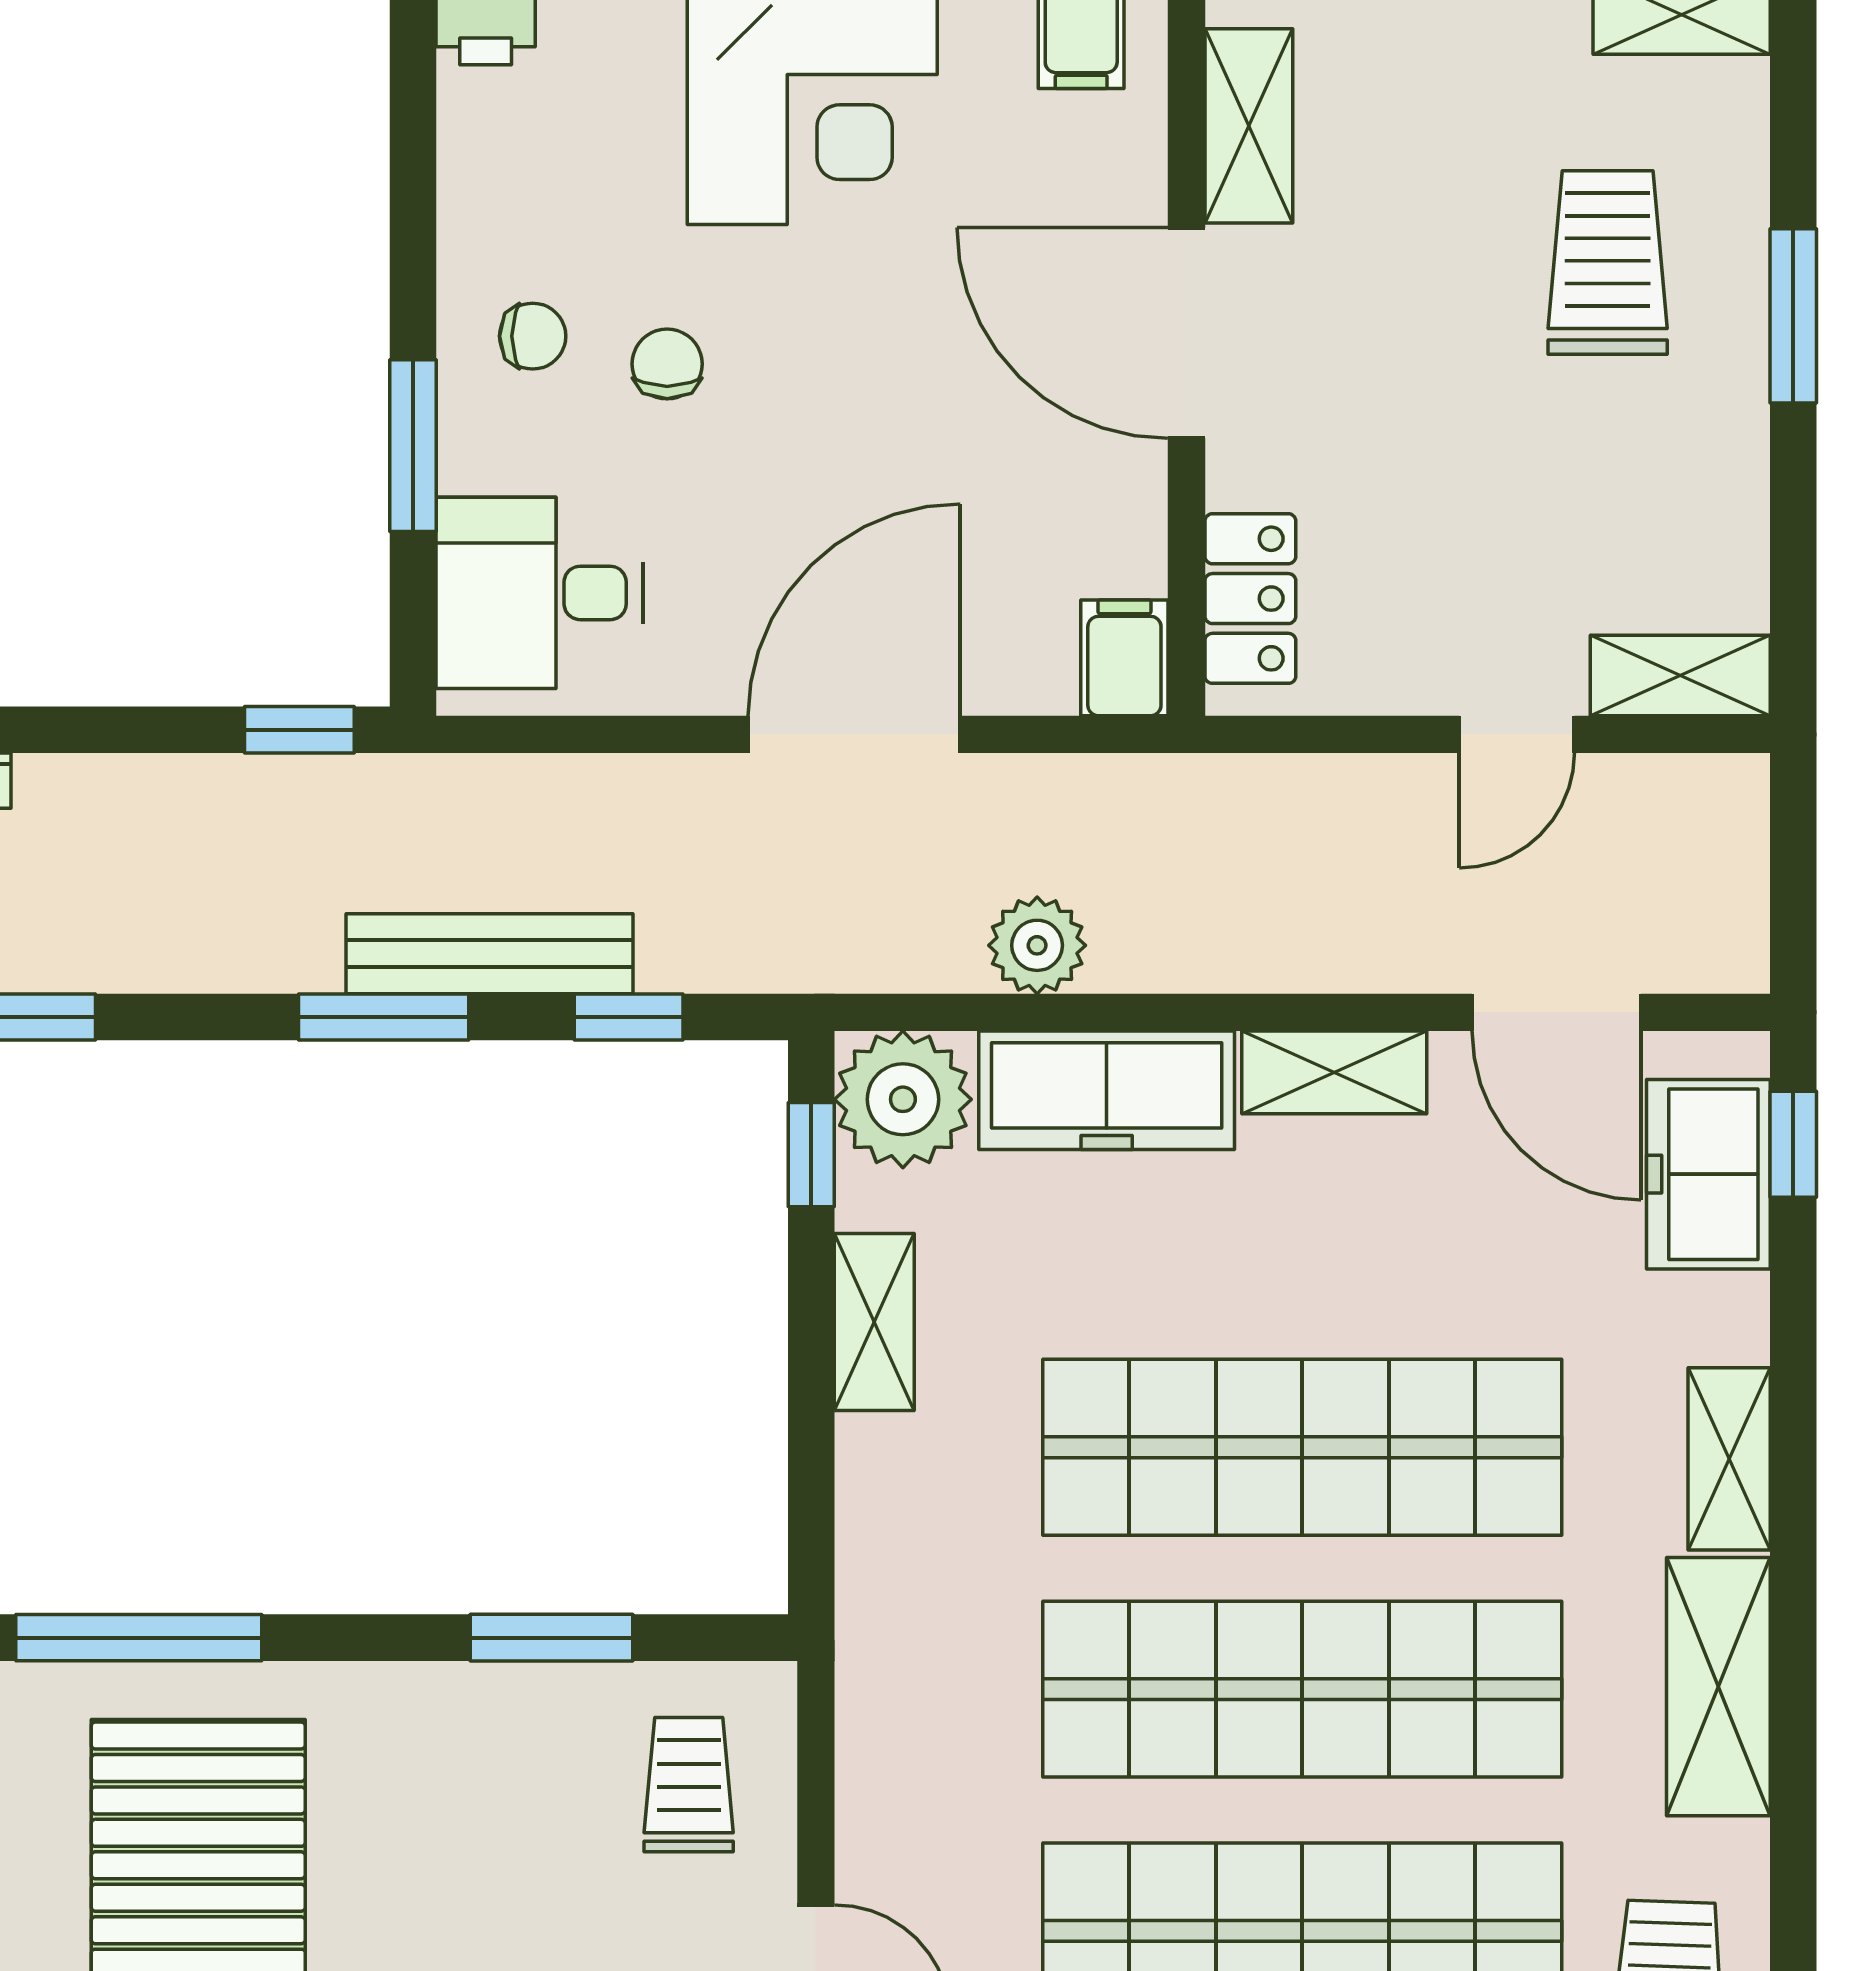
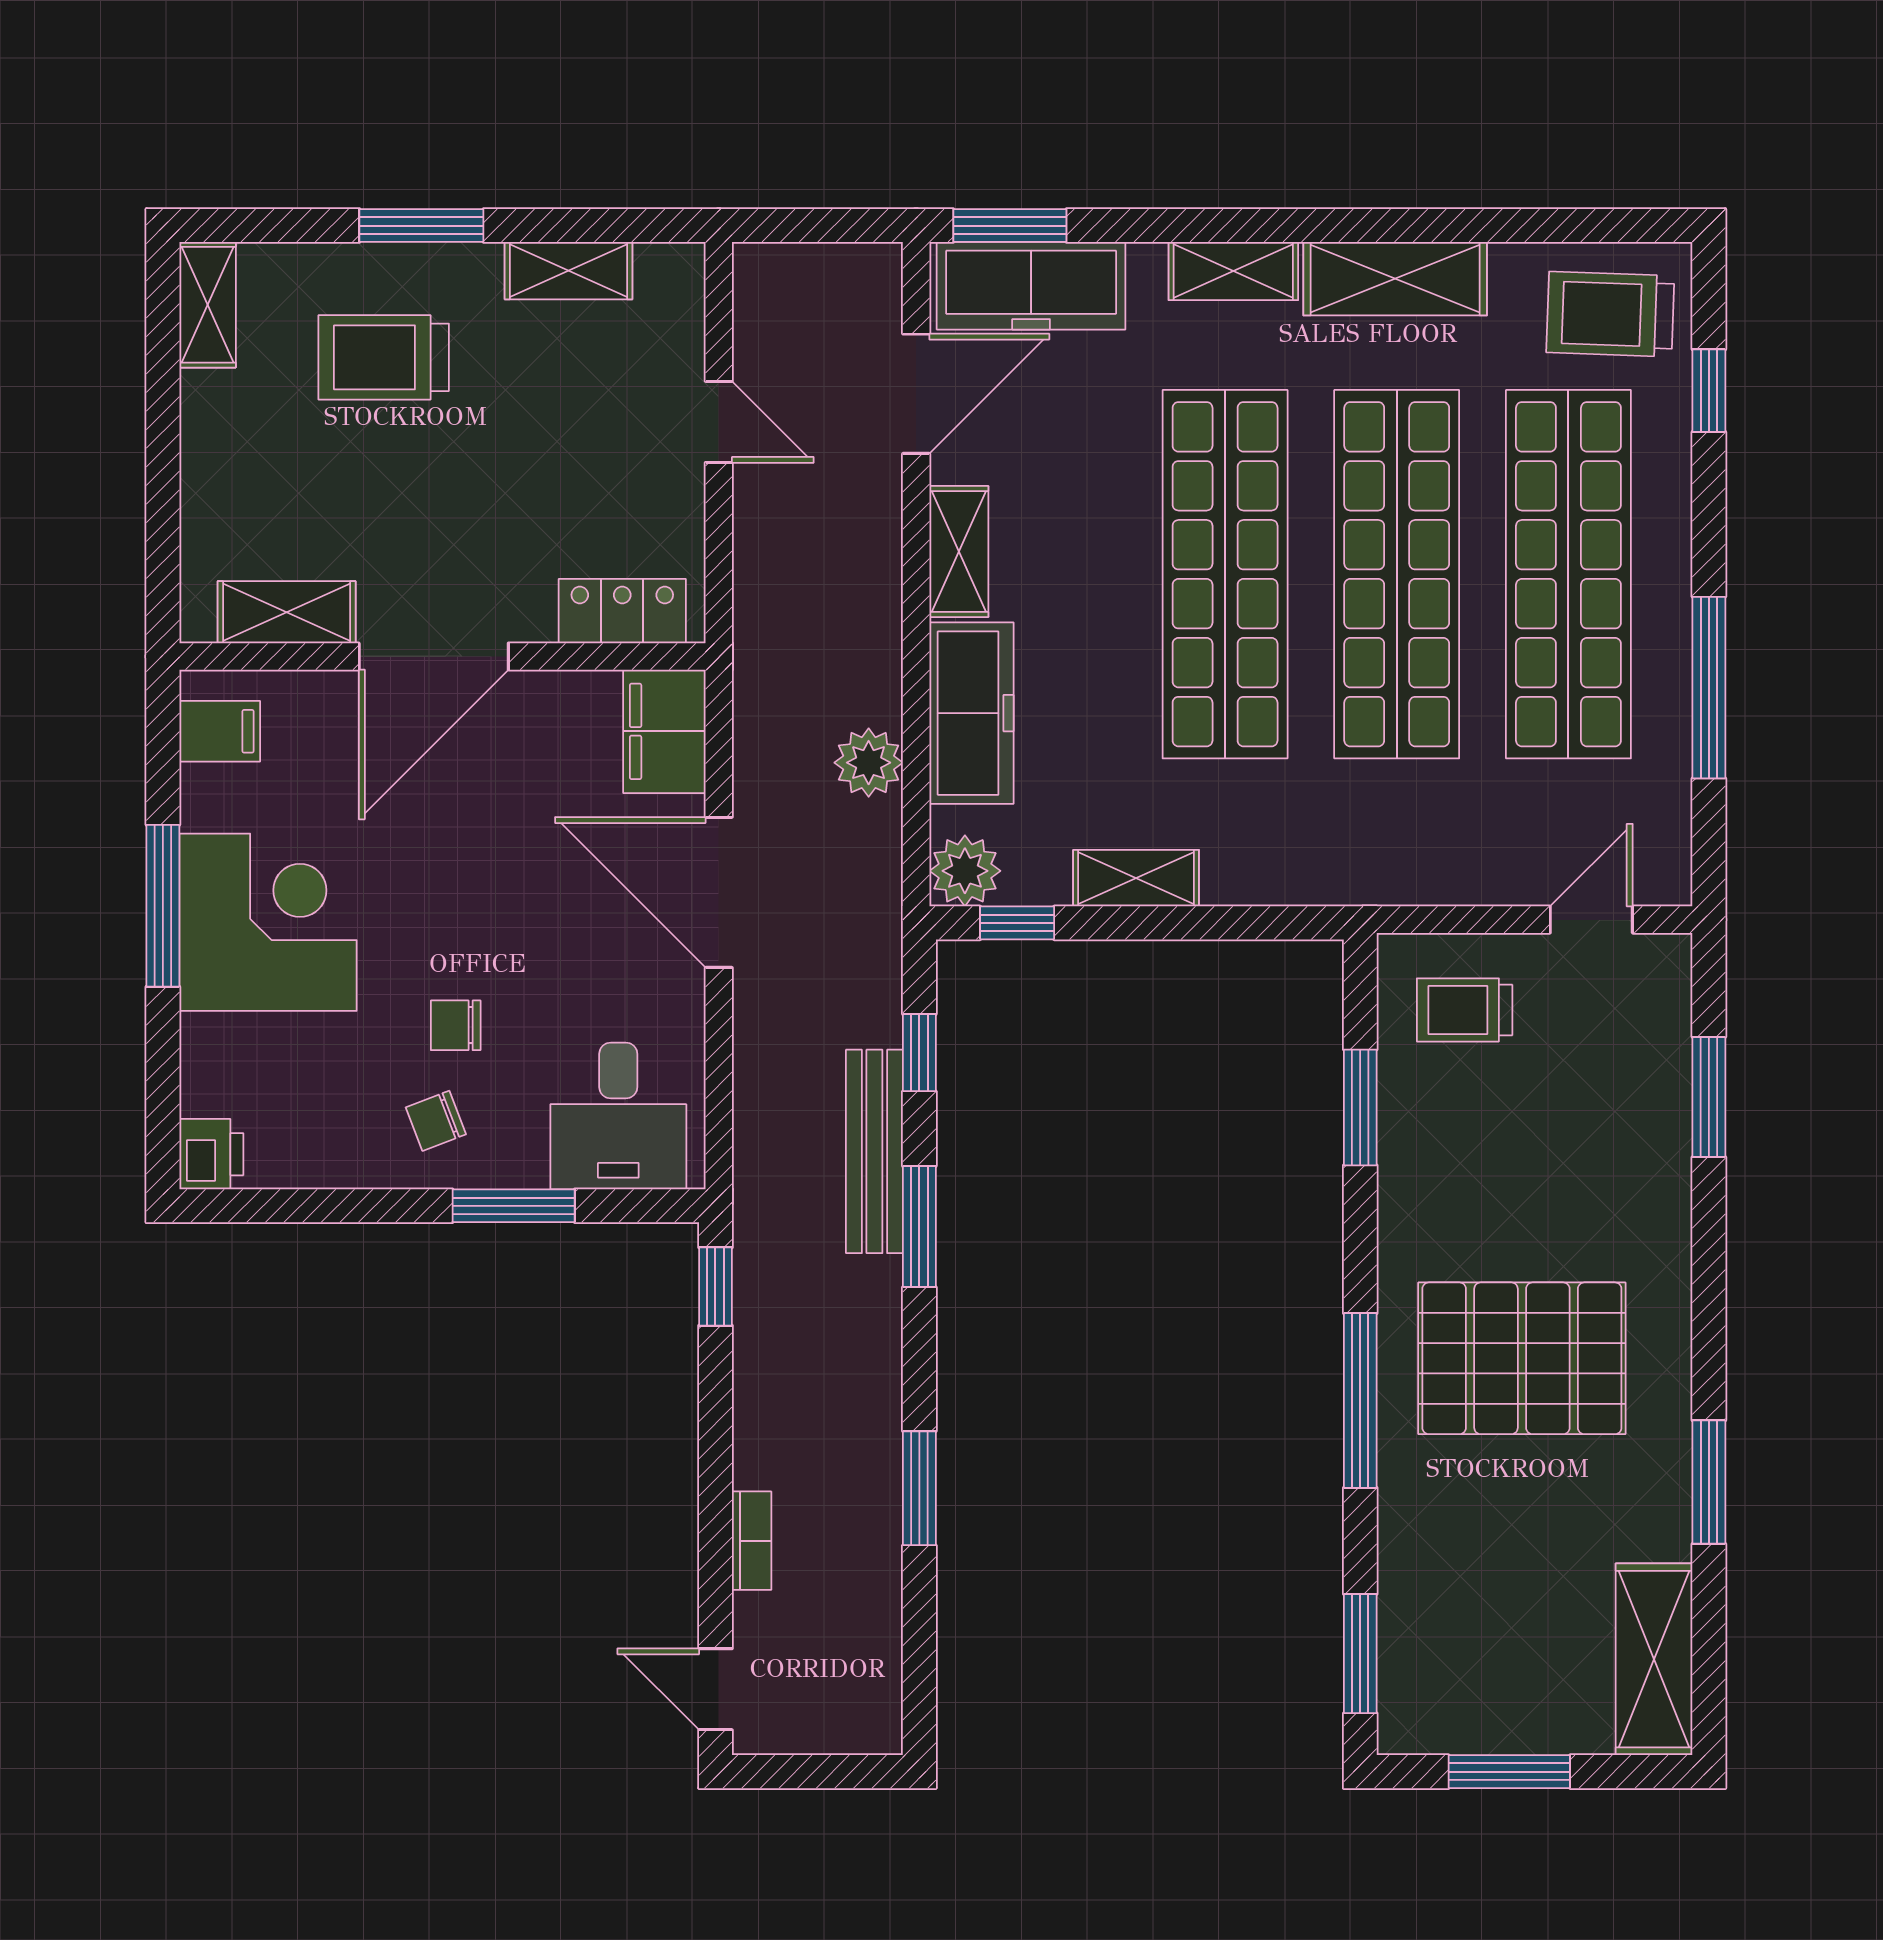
chair: (533, 336) -> (436, 1121), turned -111
filing cabinet: (1124, 658) -> (664, 731), width x2.00
shelving: (1680, 675) -> (569, 271), moved, turned 90
plant: (903, 1099) -> (965, 871), width x0.73, depth x0.73
window: (1793, 1144) -> (1010, 226), width x1.50
freezer: (1708, 1174) -> (1031, 286), width x1.40

